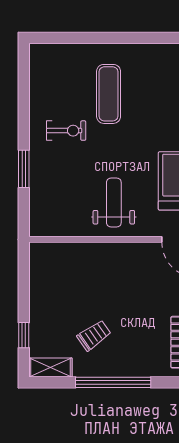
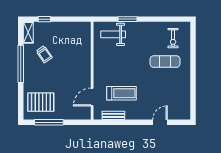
exercise bike: (66, 131) -> (173, 38), moved
weight bench: (114, 202) -> (113, 34), moved, turned 180

